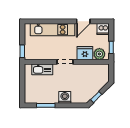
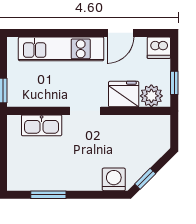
washing machine: (65, 97) -> (114, 179), moved

